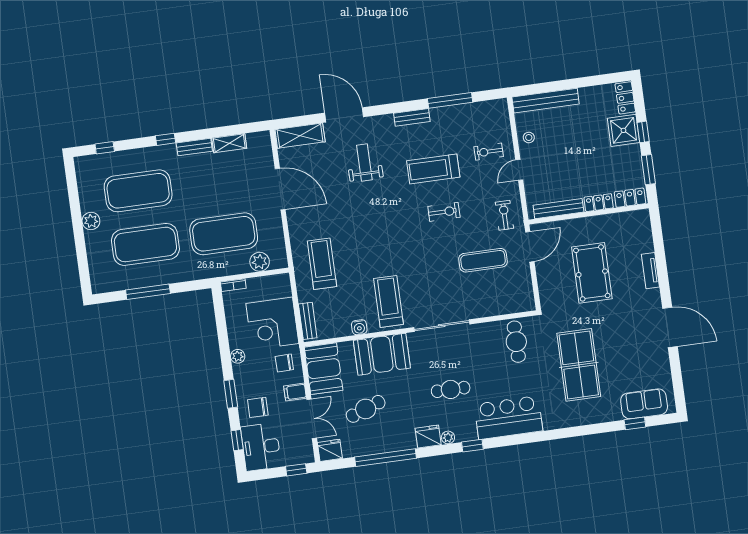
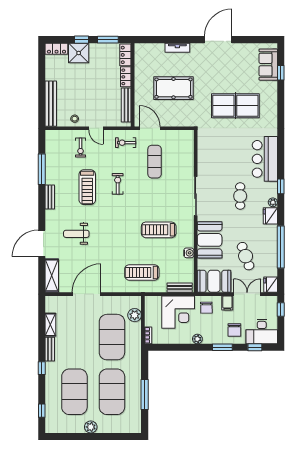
treadmill: (388, 301) -> (159, 230), moved
cafe table: (516, 342) -> (214, 146), removed

